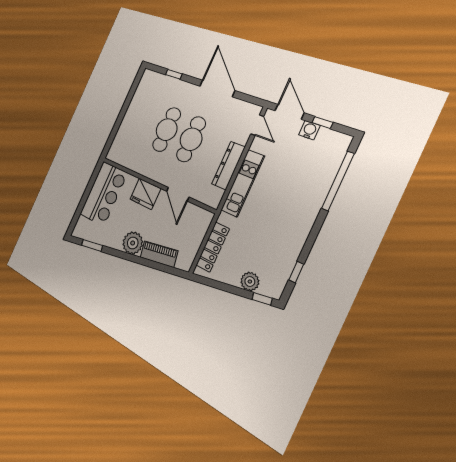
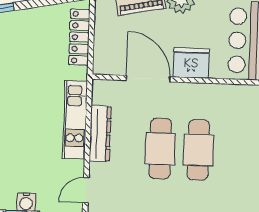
door: (257, 125) -> (86, 190), hinge flipped
door: (178, 194) -> (148, 79), width x1.36
plant: (250, 281) -> (23, 20), removed

